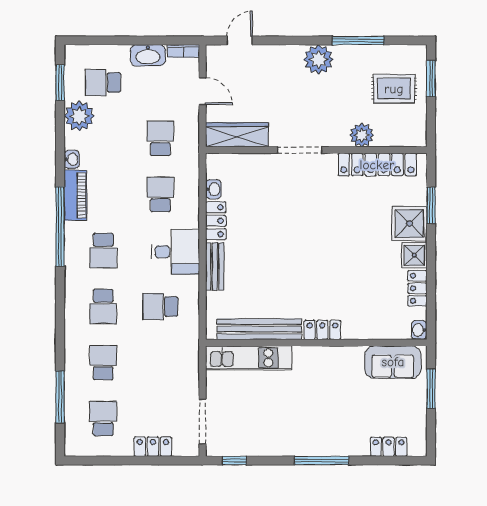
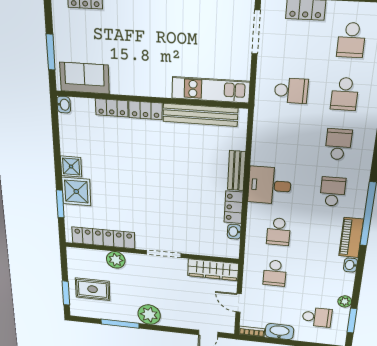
plant: (79, 116) -> (345, 301), width x0.53, depth x0.53
locker: (417, 288) -> (112, 108), moved, turned 90
school desk: (160, 306) -> (291, 91), moved

